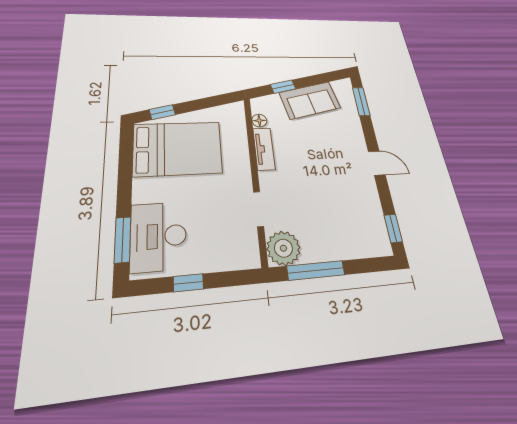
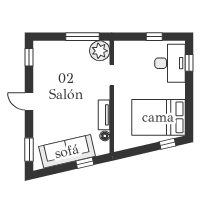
sofa: (310, 100) -> (67, 151), width x1.36
window: (123, 240) -> (189, 63), width x0.67

